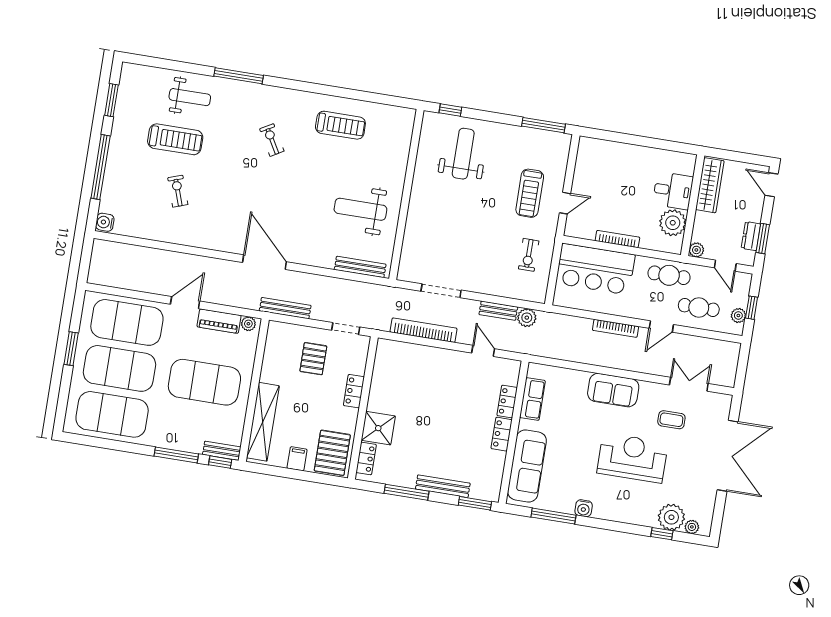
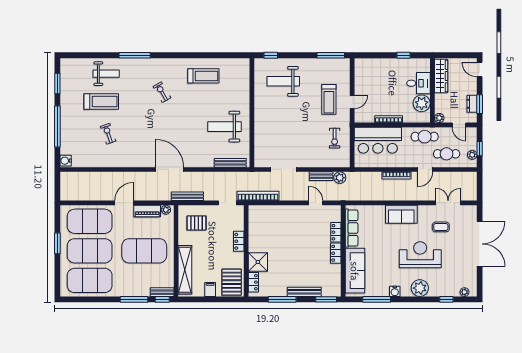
window: (657, 143) -> (404, 55), added
weight bench: (463, 154) -> (283, 81), turned -90
bookcase: (424, 330) -> (258, 196), moved
pallet: (313, 359) -> (197, 223), moved, turned 90
row of seats: (532, 399) -> (352, 228), width x1.48
plant: (671, 517) -> (420, 288), moved

